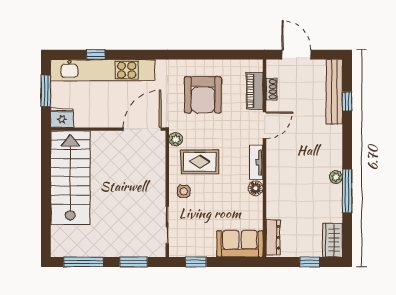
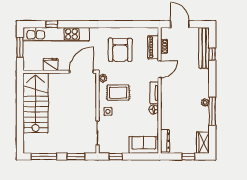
fridge: (62, 118) -> (51, 65), moved

